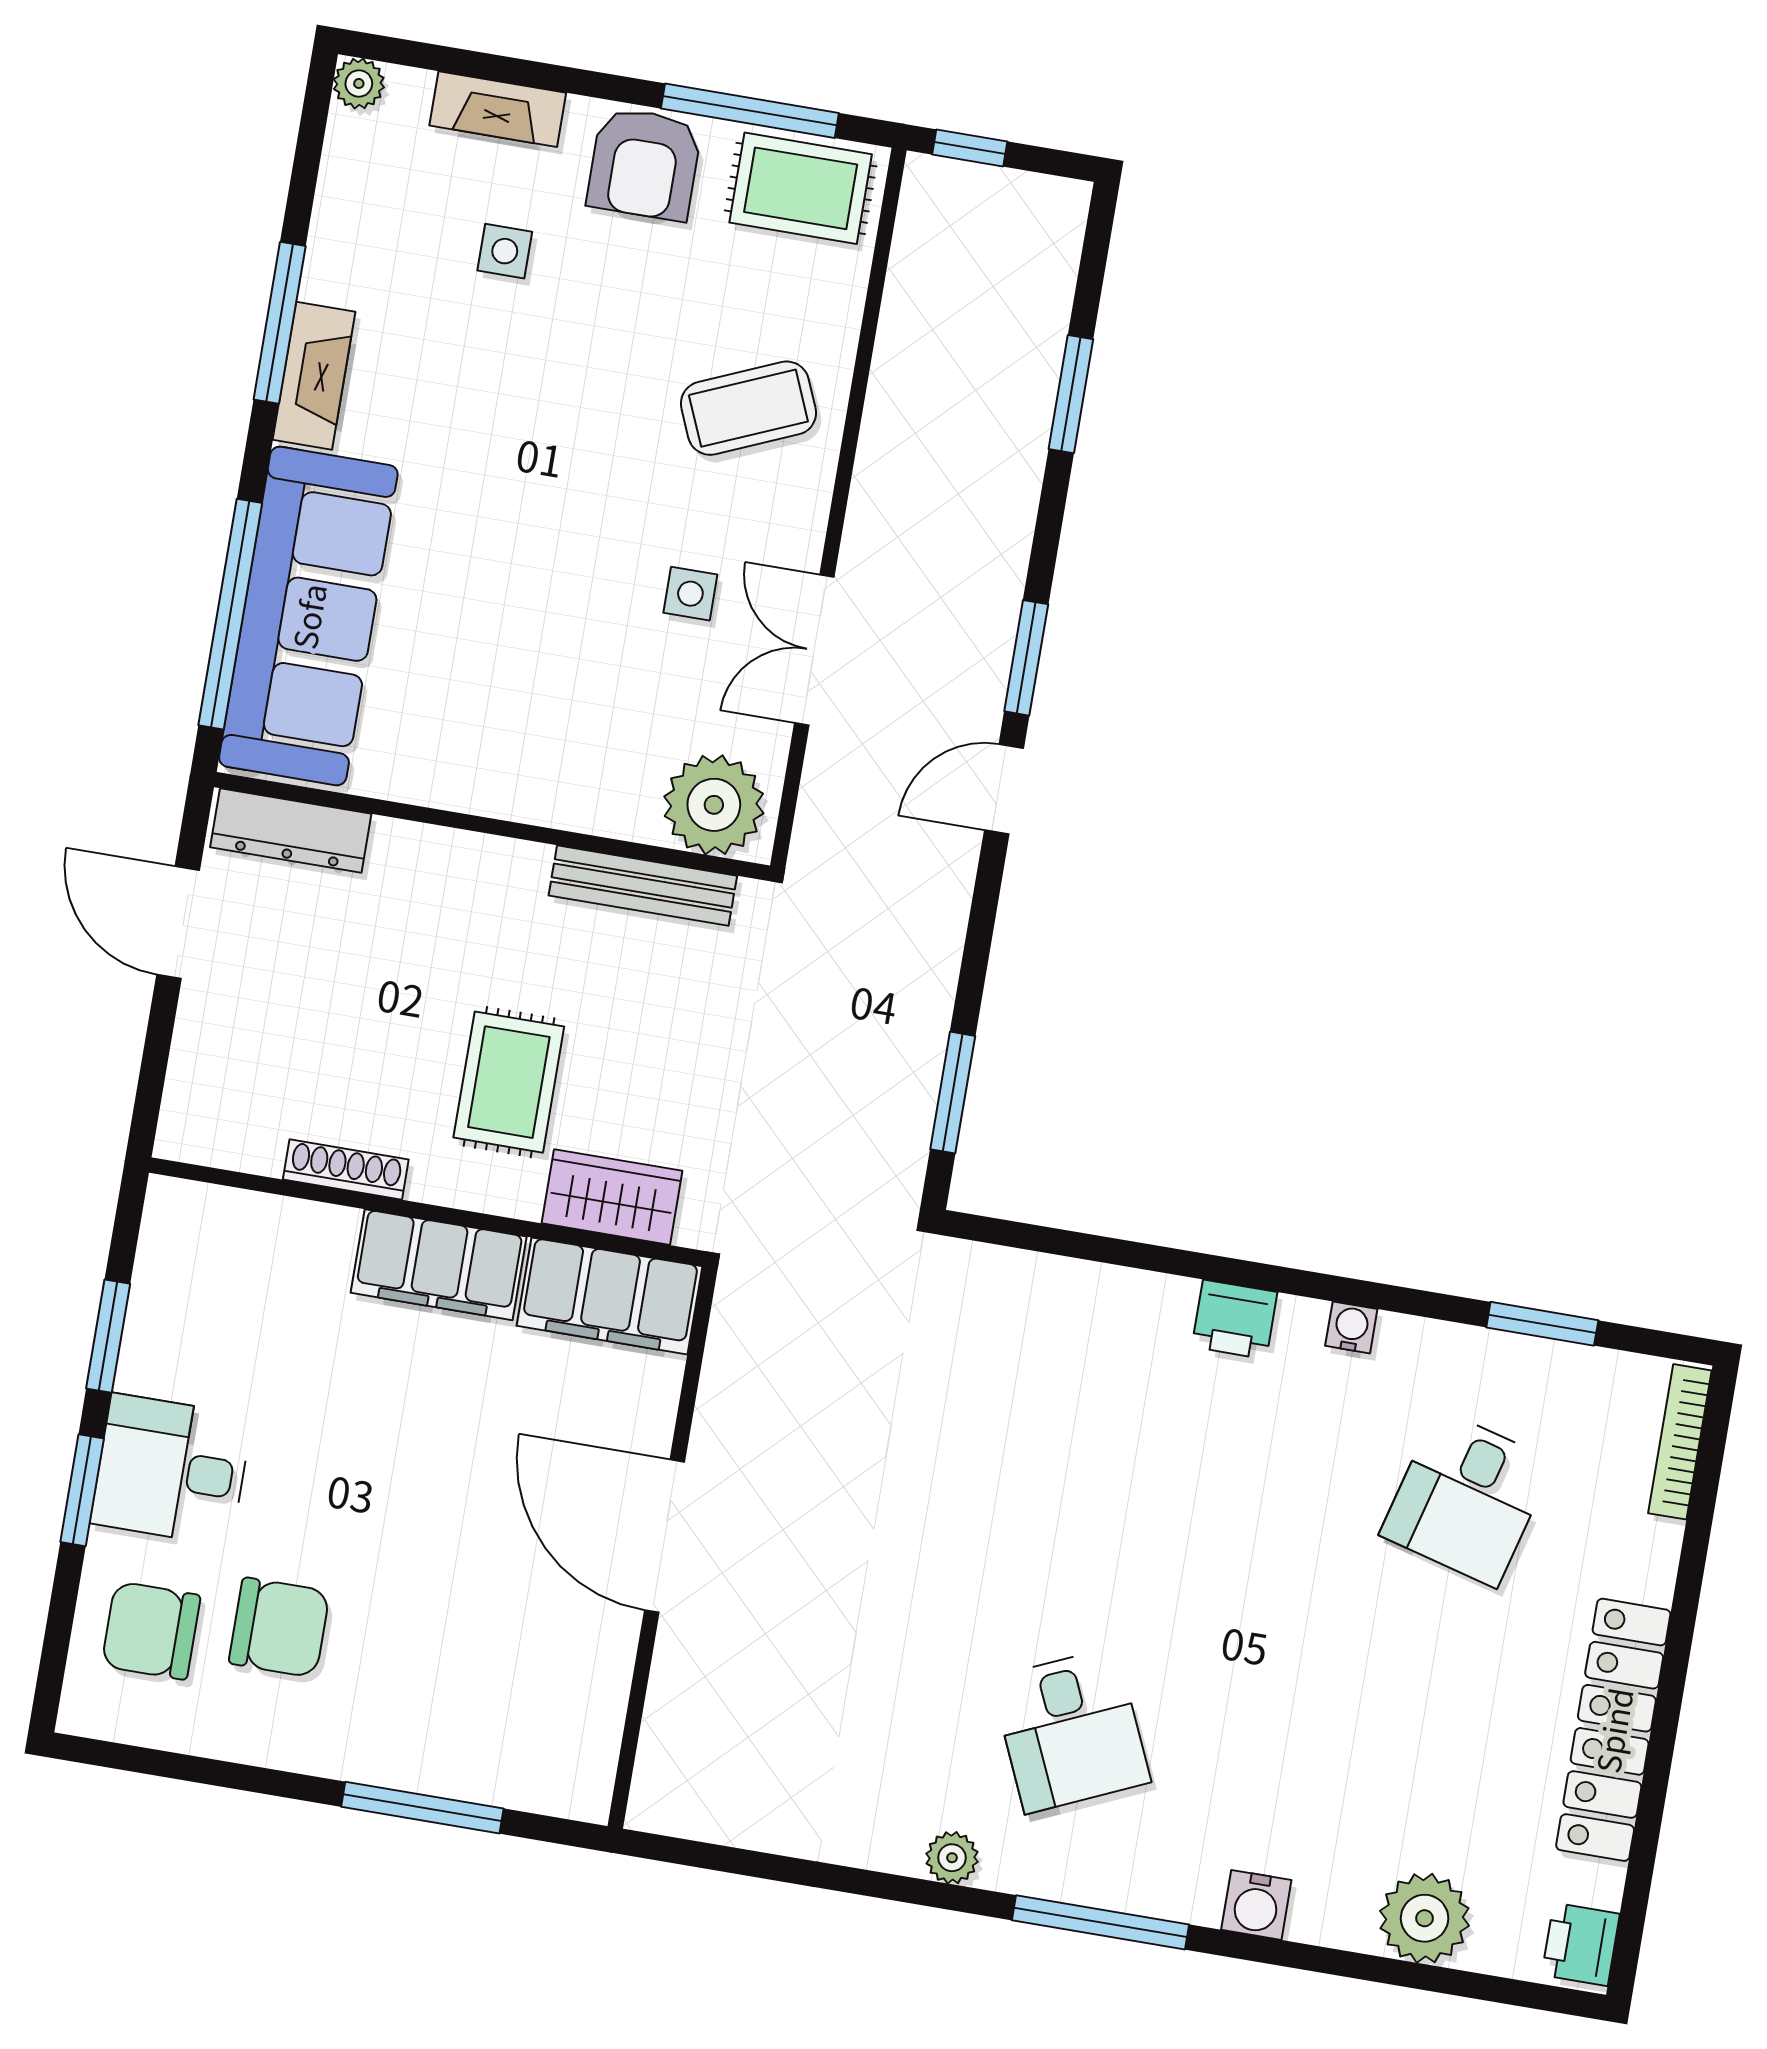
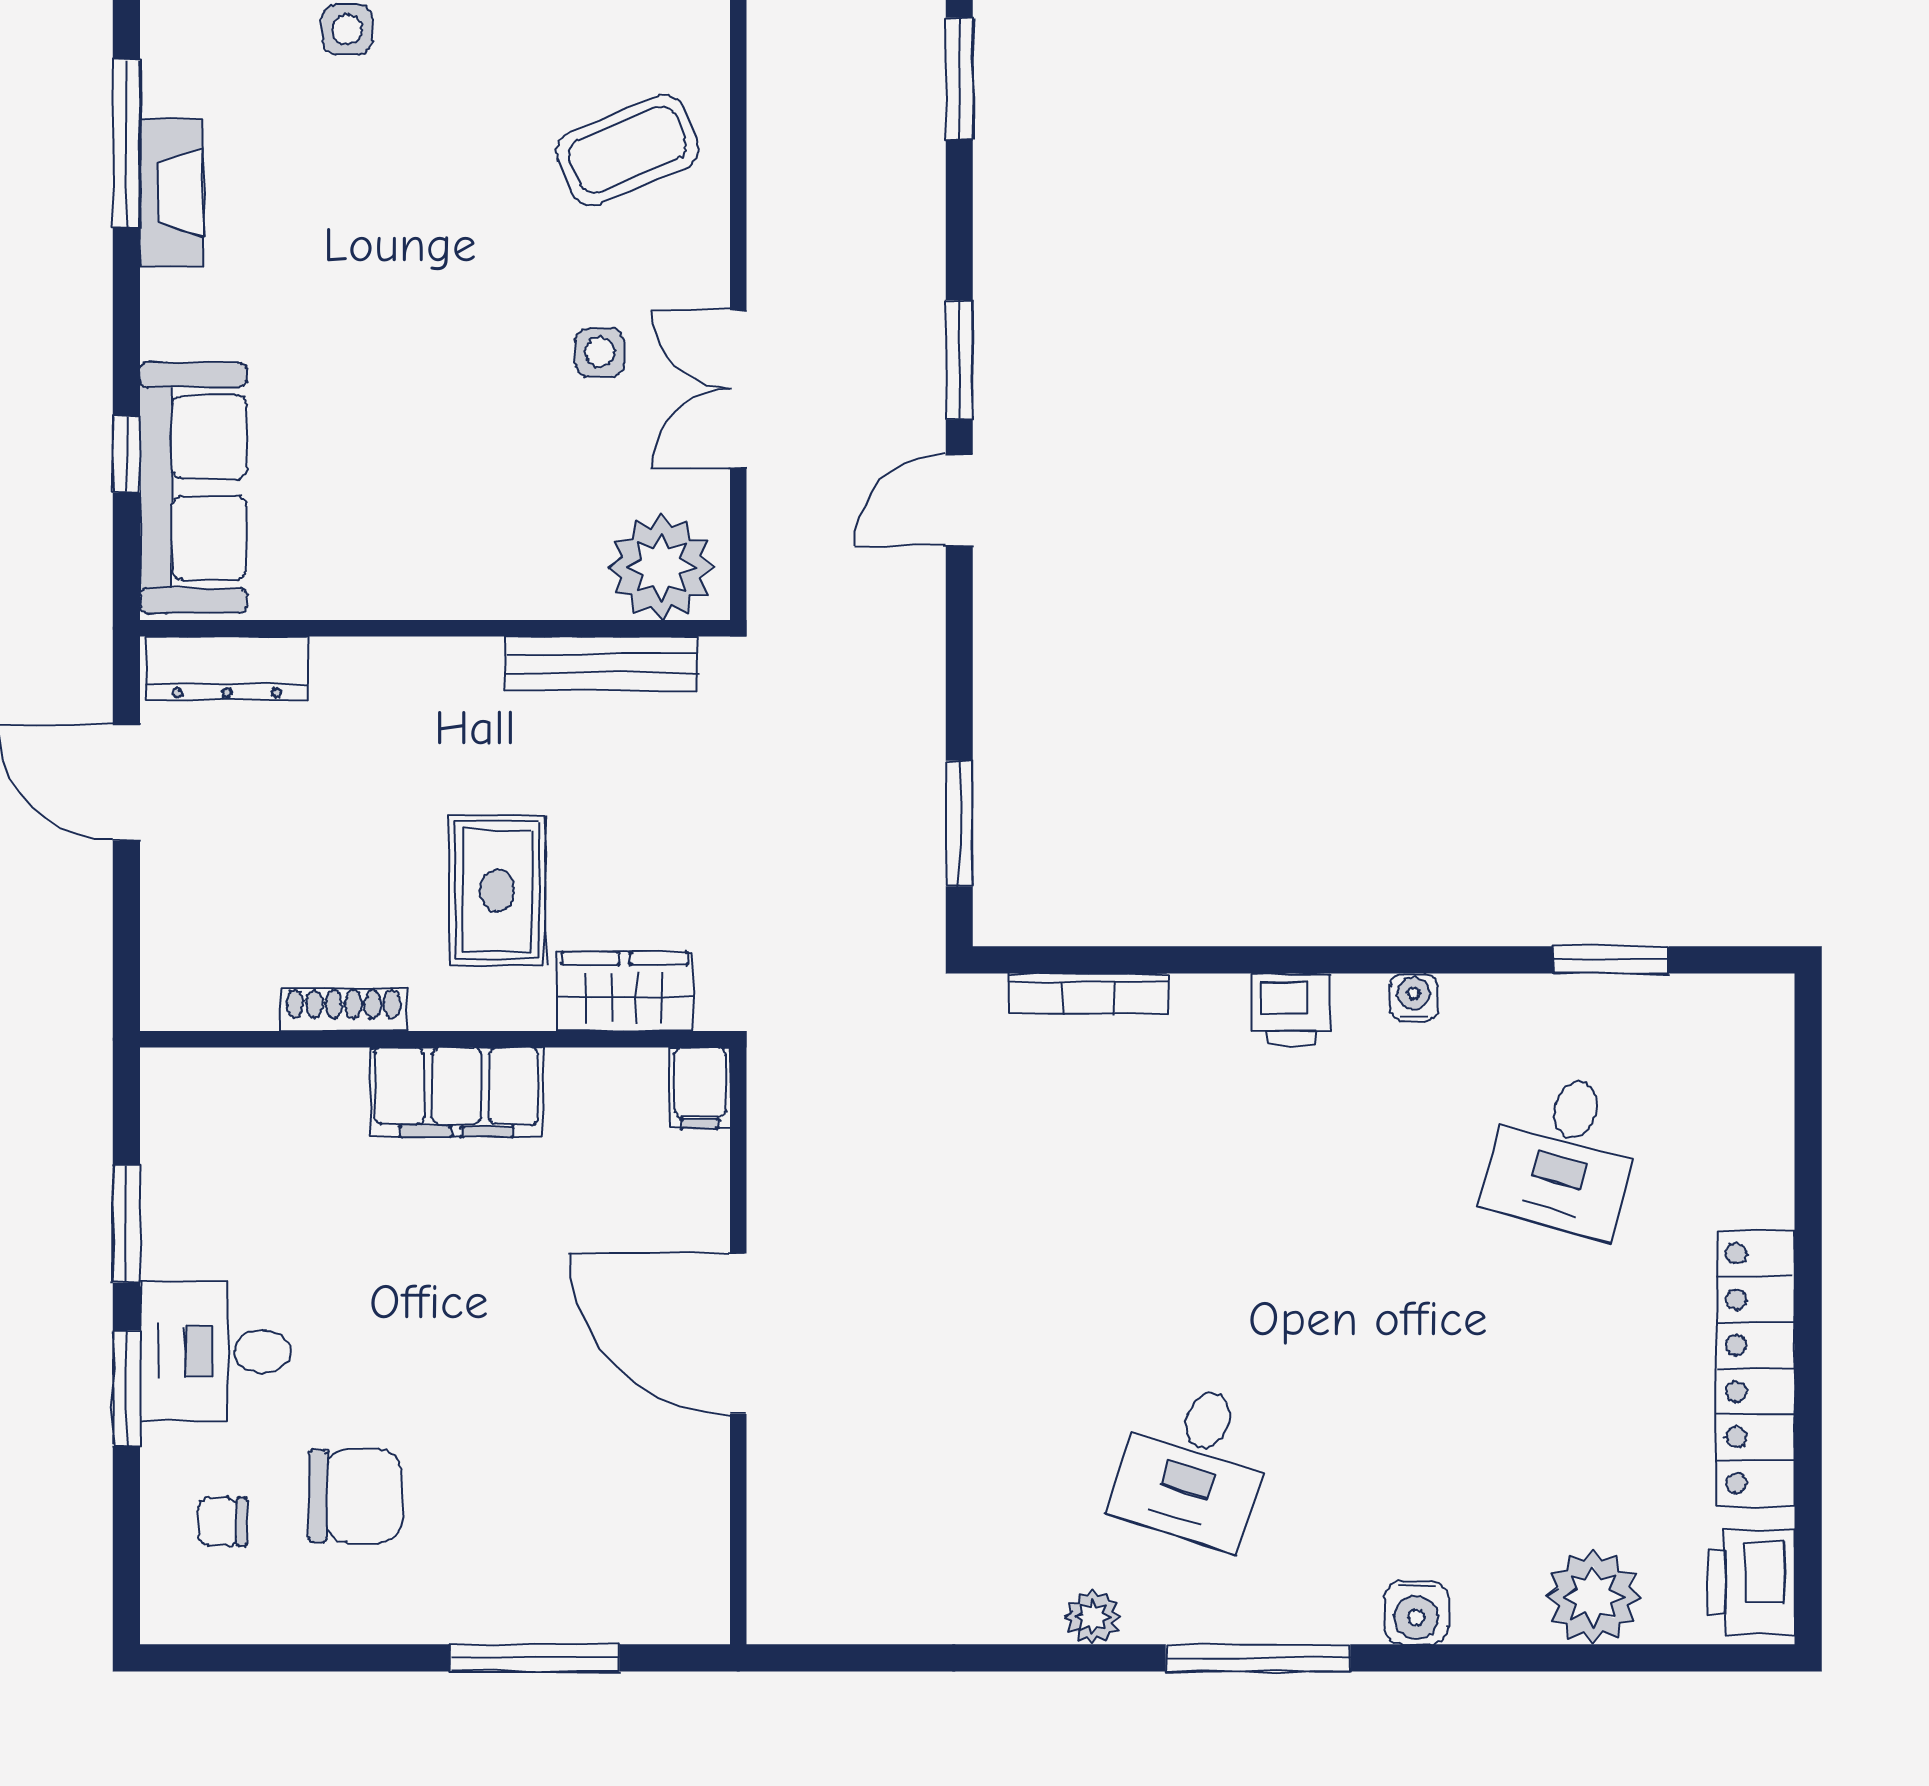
window: (230, 614) -> (126, 454), width x0.32
sofa: (308, 616) -> (193, 488), width x0.74, depth x0.79
filing cabinet: (609, 1296) -> (700, 1088), width x0.33, depth x0.86
bookcase: (1680, 1442) -> (1089, 994), moved, turned -90
chair: (151, 1631) -> (222, 1522), width x0.54, depth x0.54
desk: (1071, 1730) -> (1193, 1464), turned 42
printer: (1581, 1944) -> (1751, 1582), width x1.36, depth x1.24

